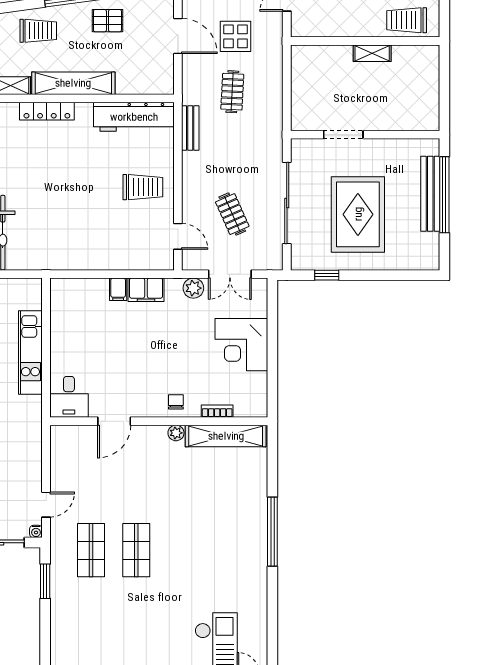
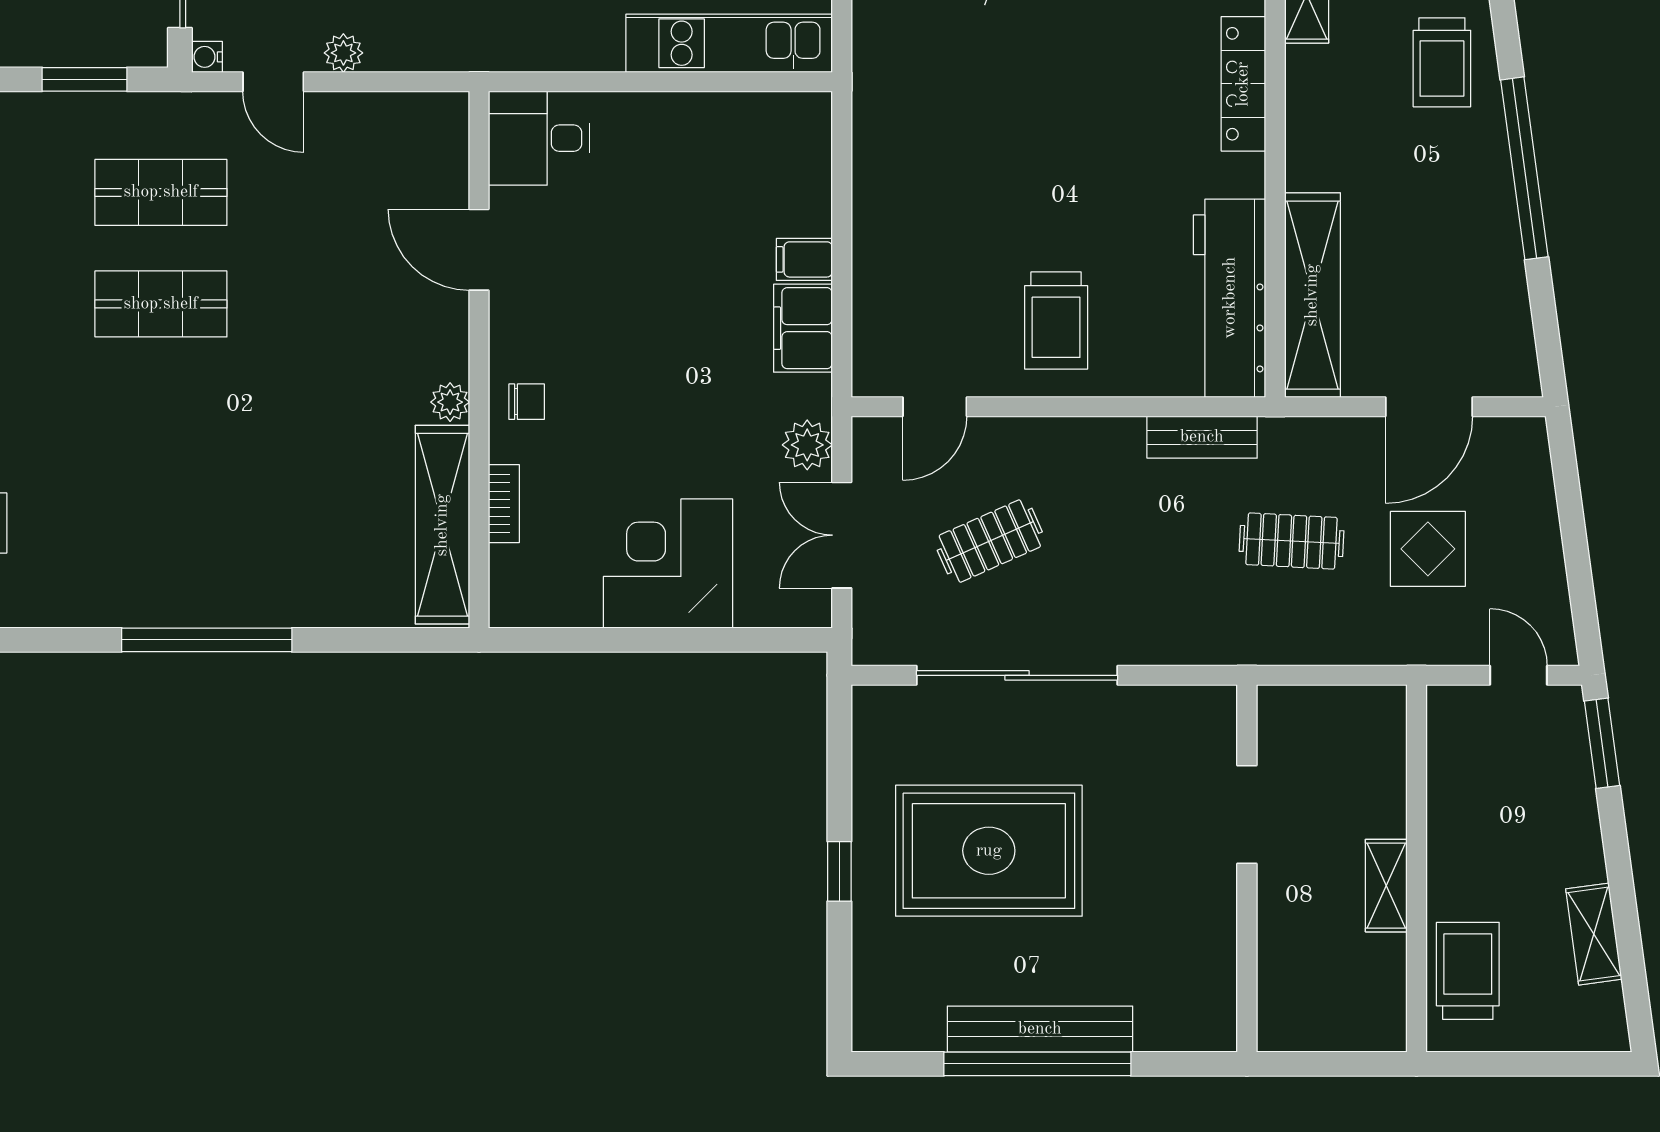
pallet: (107, 21) -> (1467, 233), removed
shelving: (73, 83) -> (1312, 295), moved
doorway: (343, 135) -> (1247, 815), moved
wall: (365, 135) -> (1247, 868), moved
window: (327, 275) -> (839, 871), moved
kitchen unit: (30, 352) -> (729, 43), moved
plant: (34, 476) -> (343, 53), added

